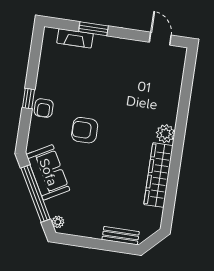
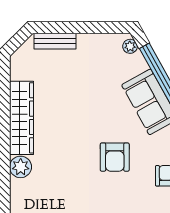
armchair: (85, 130) -> (115, 157), turned 90

